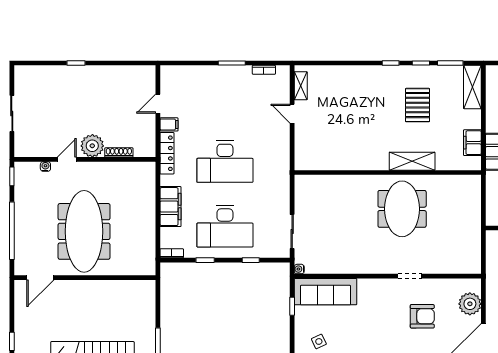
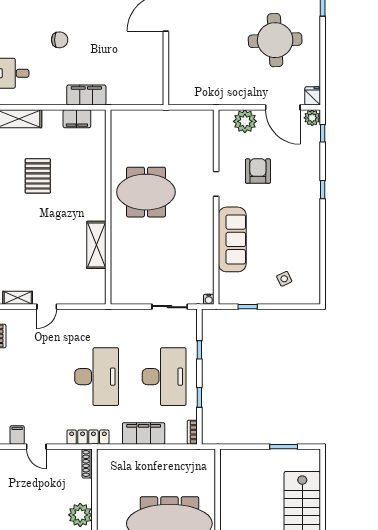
pallet: (418, 105) -> (38, 176), turned 90
filing cabinet: (169, 124) -> (17, 435), moved
shoe rack: (119, 152) -> (87, 463), moved
shelving: (412, 161) -> (96, 245), moved
sofa: (325, 292) -> (232, 239), moved

